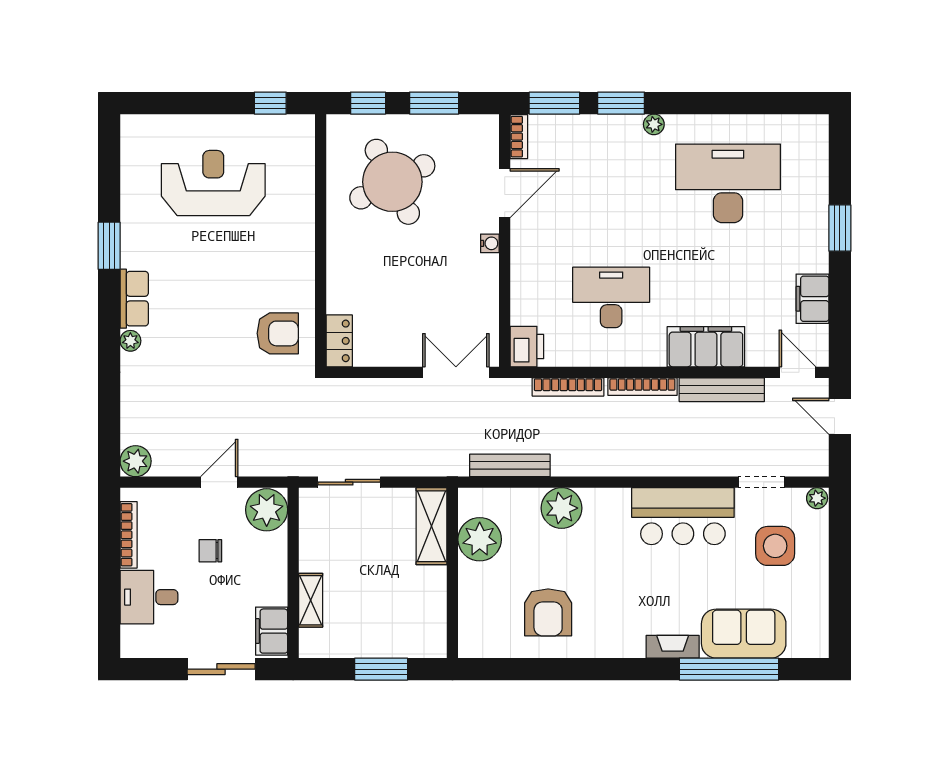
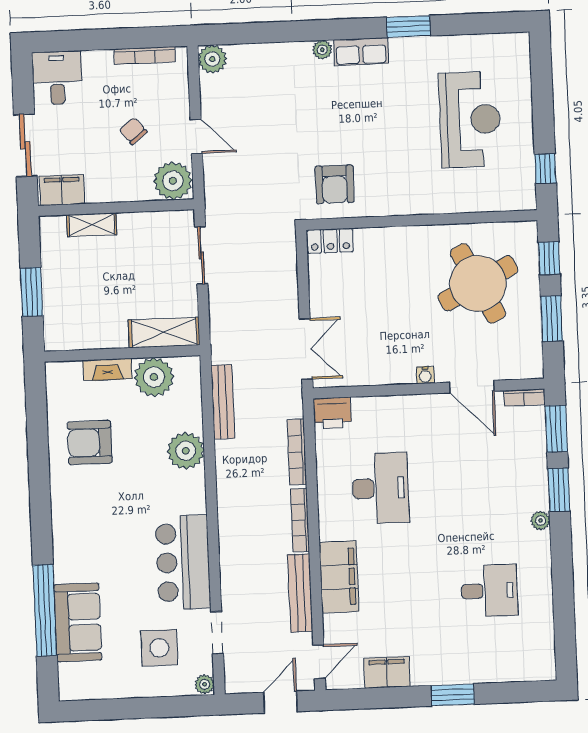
desk: (728, 183) -> (489, 591), width x0.53, depth x0.77
chair: (210, 551) -> (133, 131), turned -38
desk: (149, 597) -> (57, 78), moved
fireplace: (673, 647) -> (107, 369), moved, turned 90

